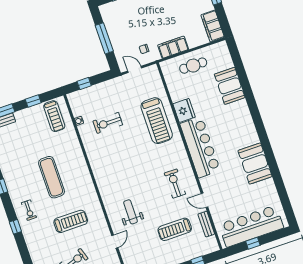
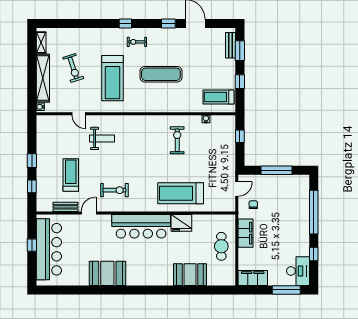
exercise bike: (108, 123) -> (177, 140), moved
treadmill: (71, 221) -> (112, 78), width x1.37, depth x1.37

